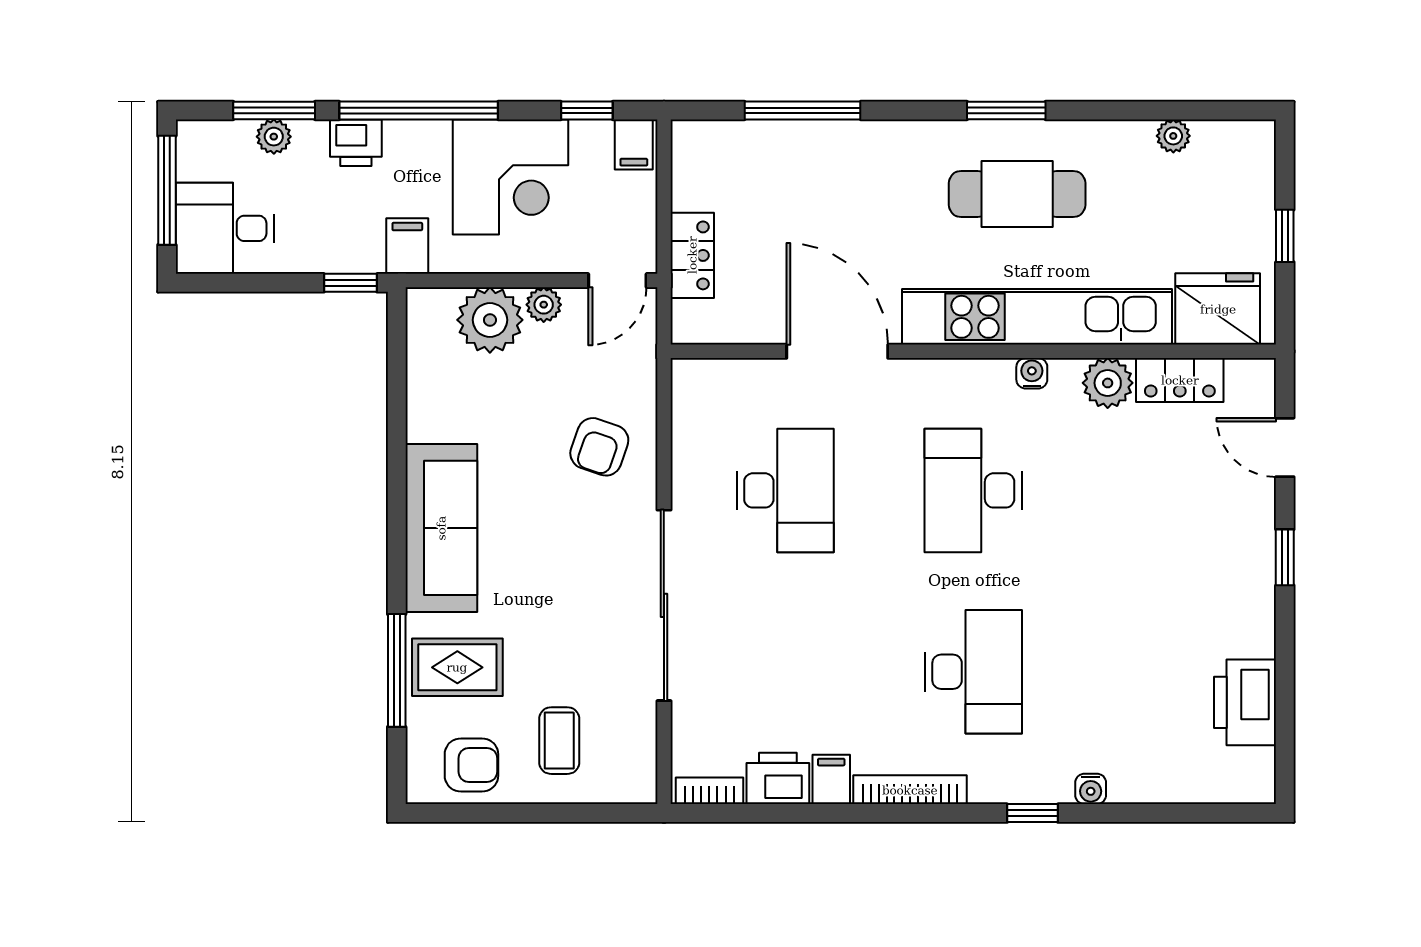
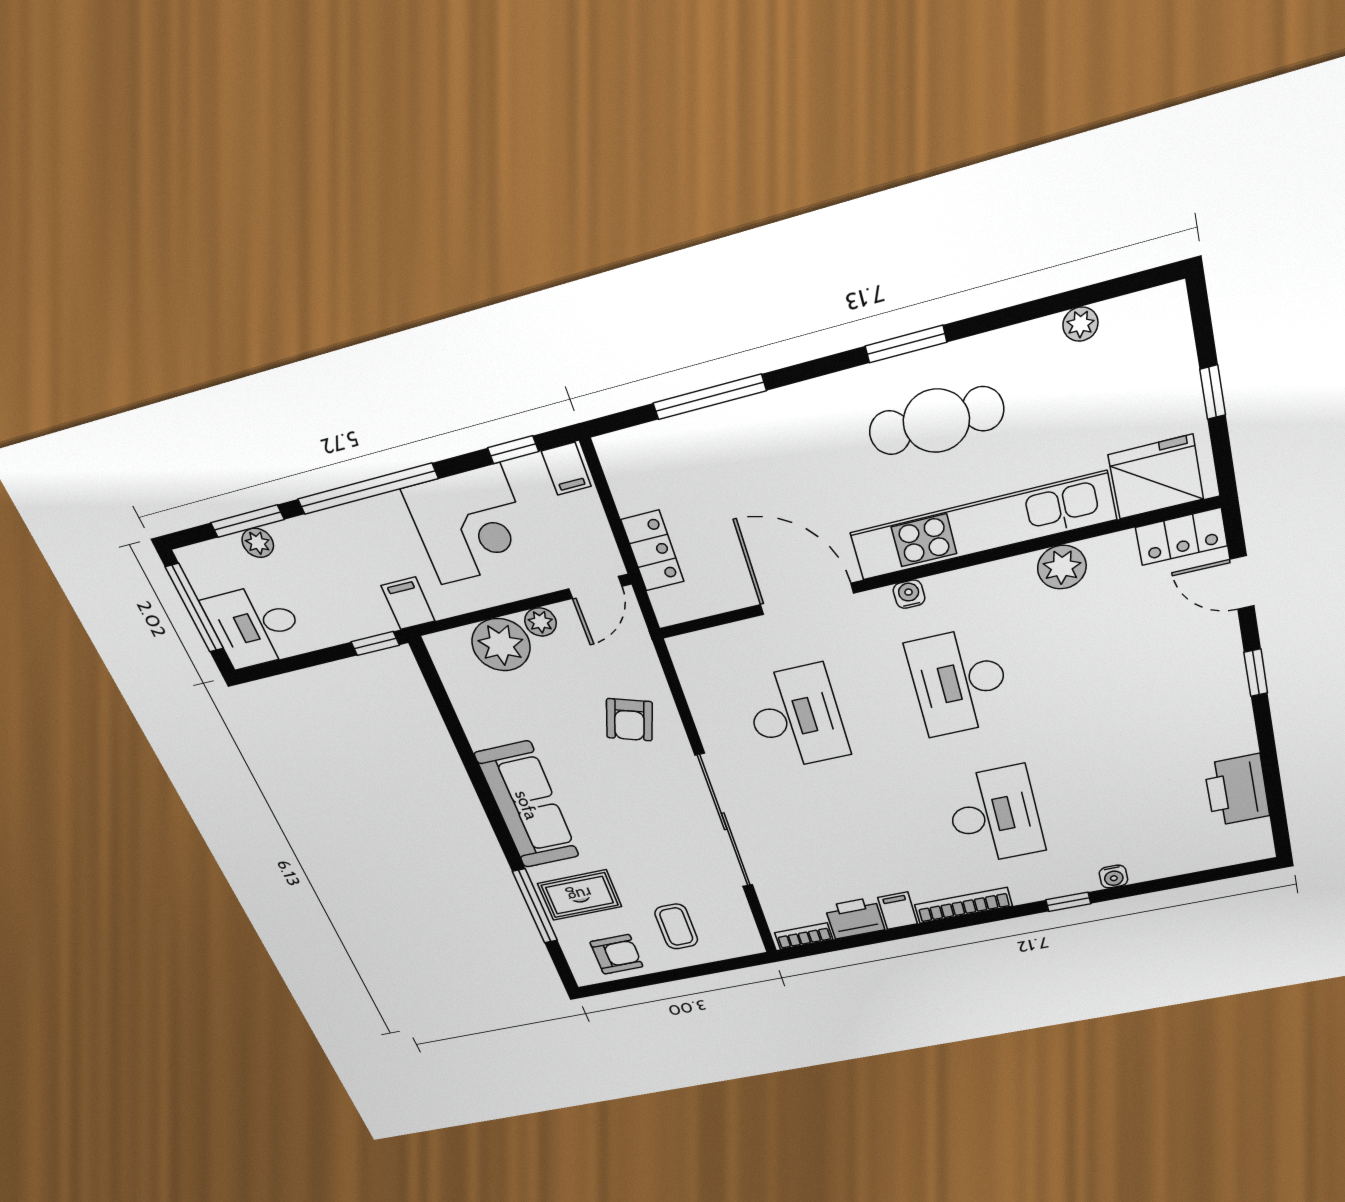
printer: (356, 143) -> (327, 530), removed
water cooler: (1032, 373) -> (909, 594), moved
locker: (1180, 380) -> (1181, 537), moved

